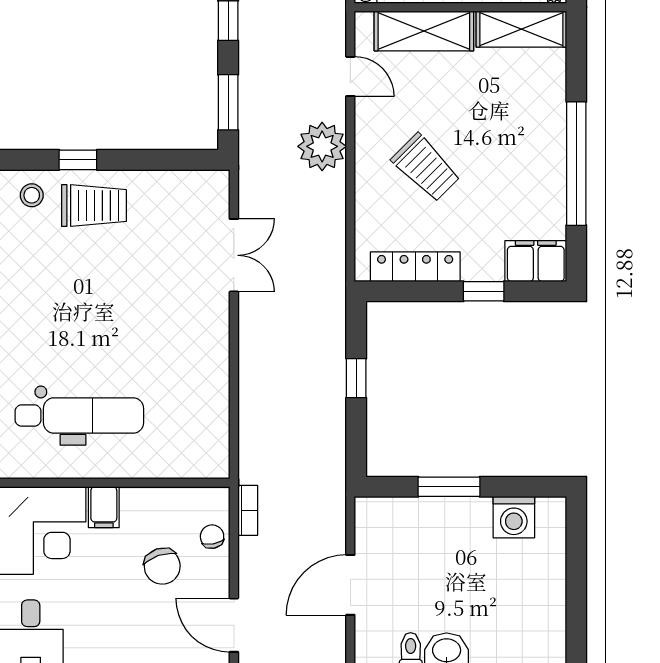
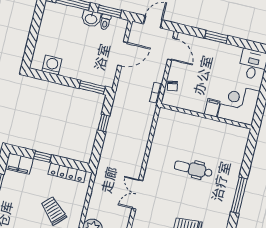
window: (356, 378) -> (104, 123), moved
dental chair: (79, 416) -> (193, 169), moved, width x0.73, depth x0.72
window: (449, 487) -> (92, 87), moved
chair: (162, 566) -> (195, 79), removed

